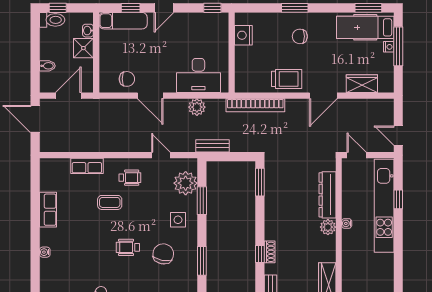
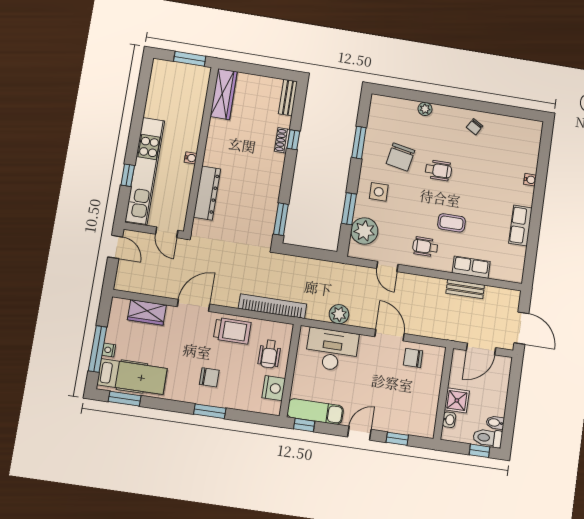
exam couch: (123, 21) -> (315, 411), moved
wheelchair: (252, 64) -> (269, 354), added
bidet: (47, 66) -> (495, 423), moved
trolley: (287, 79) -> (232, 331), turned 180
bench: (213, 146) -> (465, 289), moved
plant: (328, 227) -> (212, 157), removed

